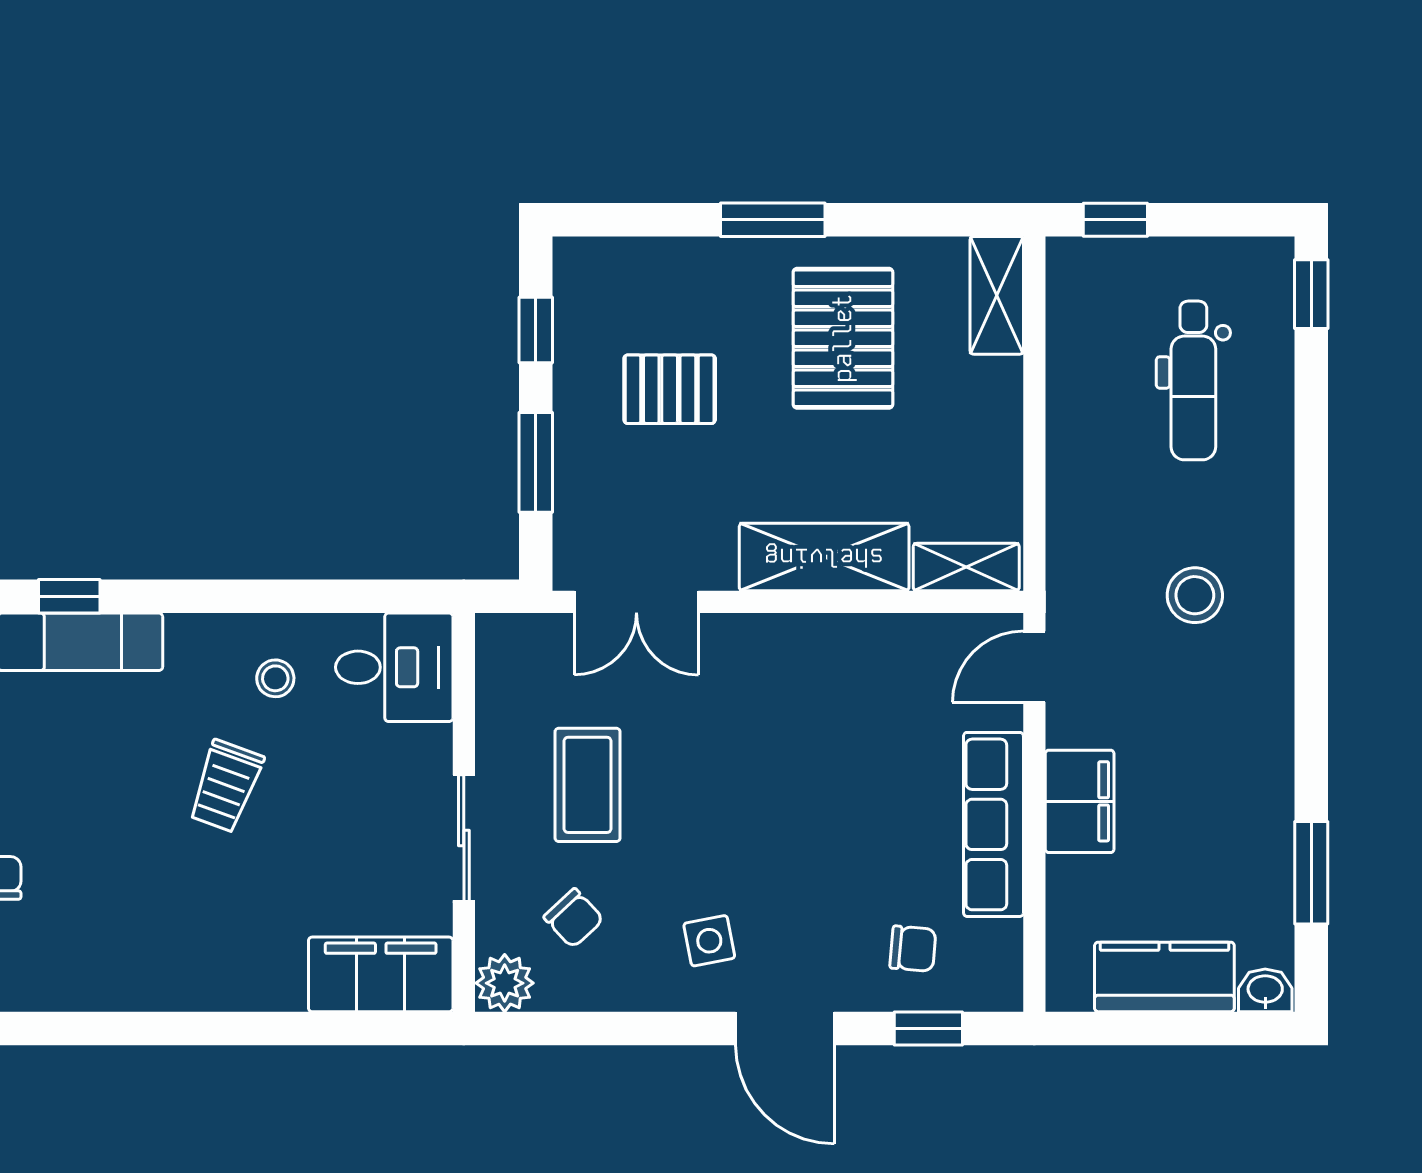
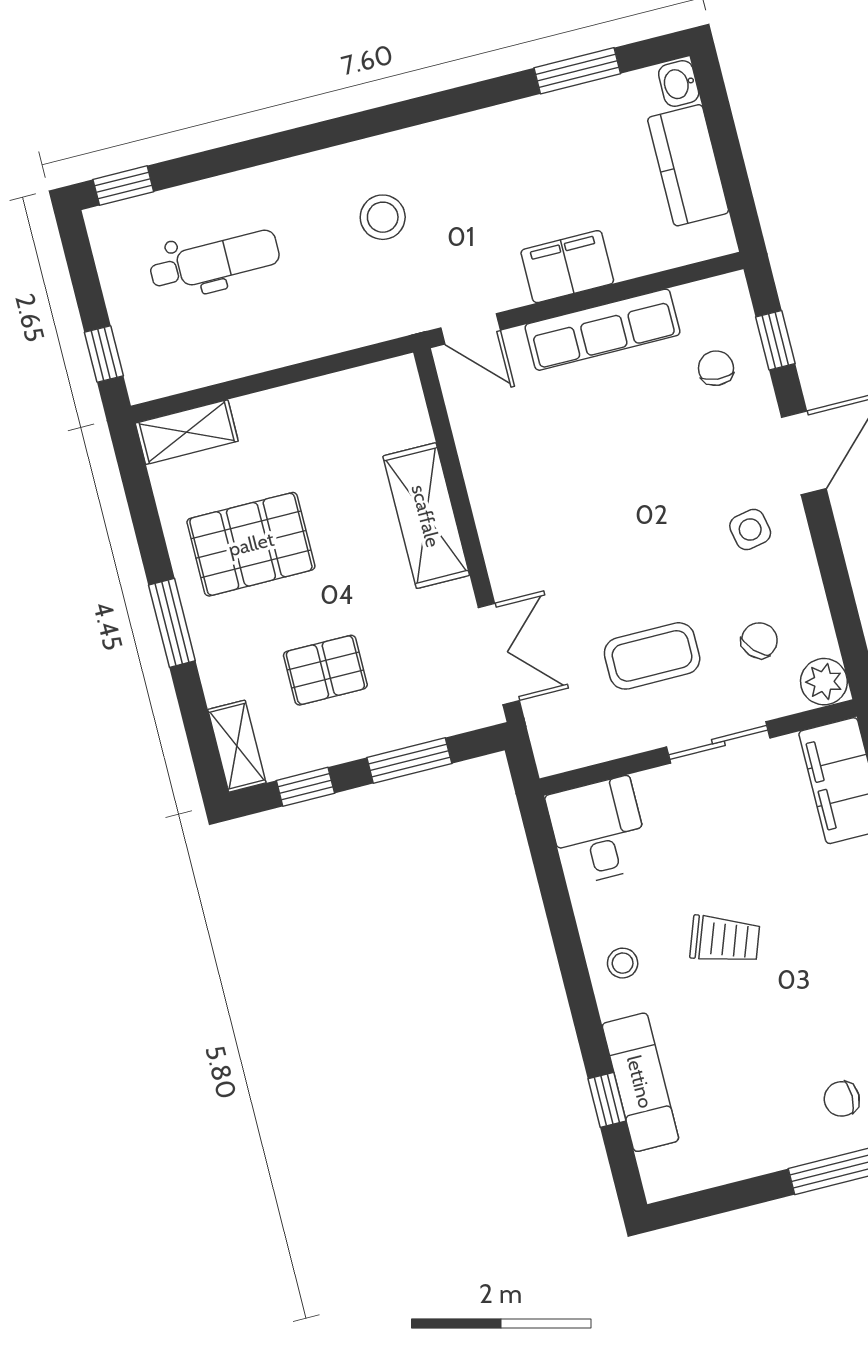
pallet: (670, 389) -> (325, 670), turned 90
shelving: (966, 567) -> (237, 746), moved
stool: (275, 678) -> (623, 963), moved

